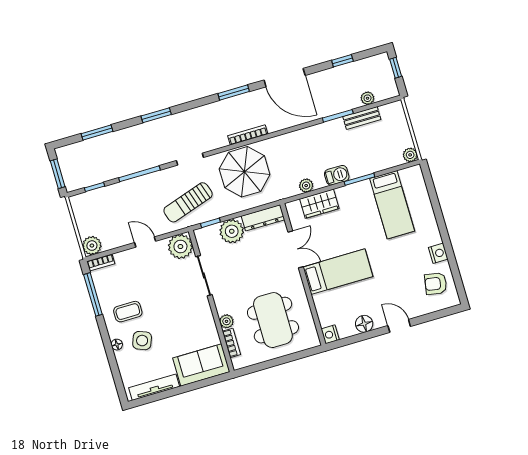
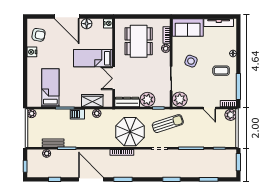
door: (145, 242) -> (209, 108), moved
door: (399, 326) -> (67, 17), width x1.88
side table: (142, 341) -> (191, 61), moved

